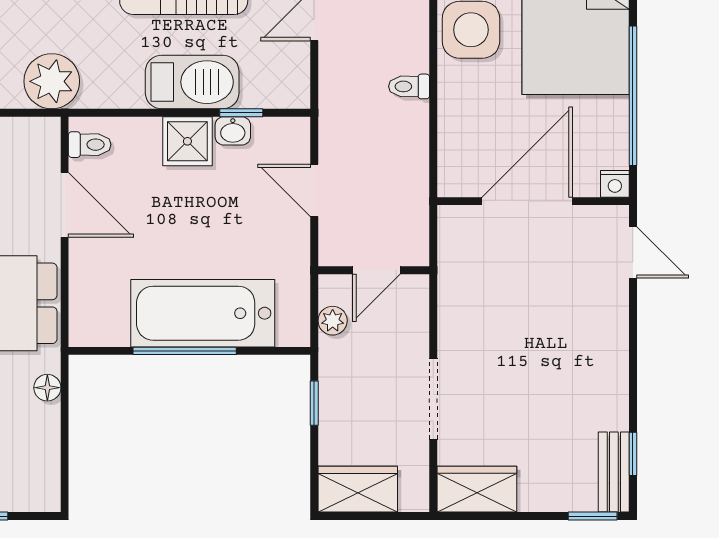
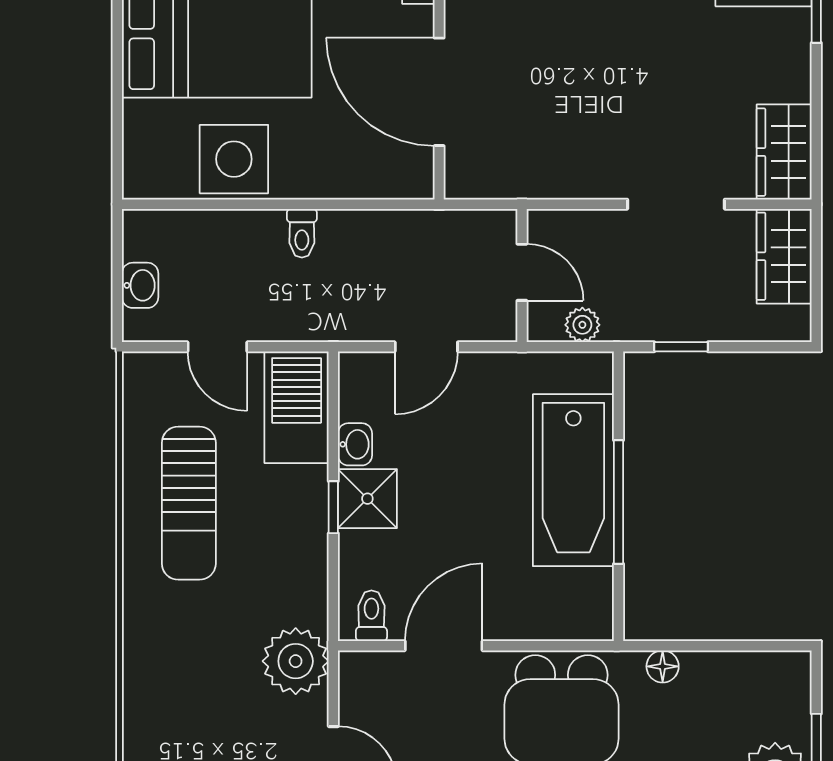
barbecue: (192, 82) -> (297, 407), moved
window: (241, 113) -> (333, 507), moved
wardrobe: (358, 489) -> (784, 256), moved

